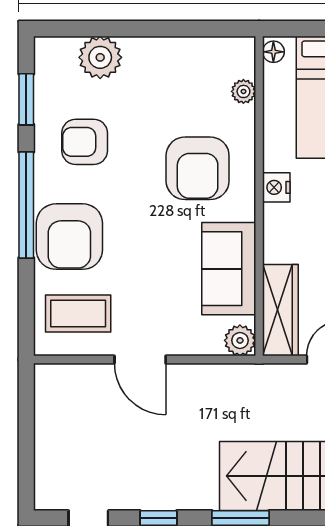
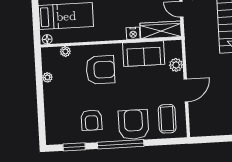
plant: (100, 57) -> (47, 77), moved, width x0.53, depth x0.53
nightstand: (276, 187) -> (133, 33), moved
armchair: (69, 237) -> (133, 125), turned -90
plant: (240, 340) -> (176, 65), moved

